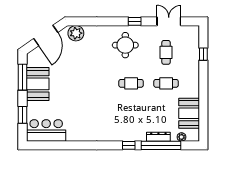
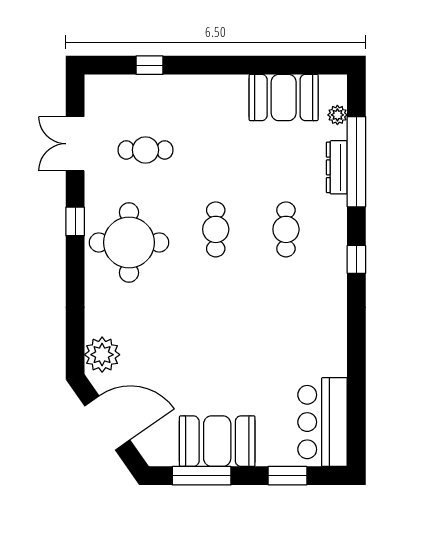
round table: (125, 45) -> (129, 242), width x1.36, depth x1.36
cafe table: (166, 83) -> (286, 229), moved
window: (129, 145) -> (356, 259), moved

